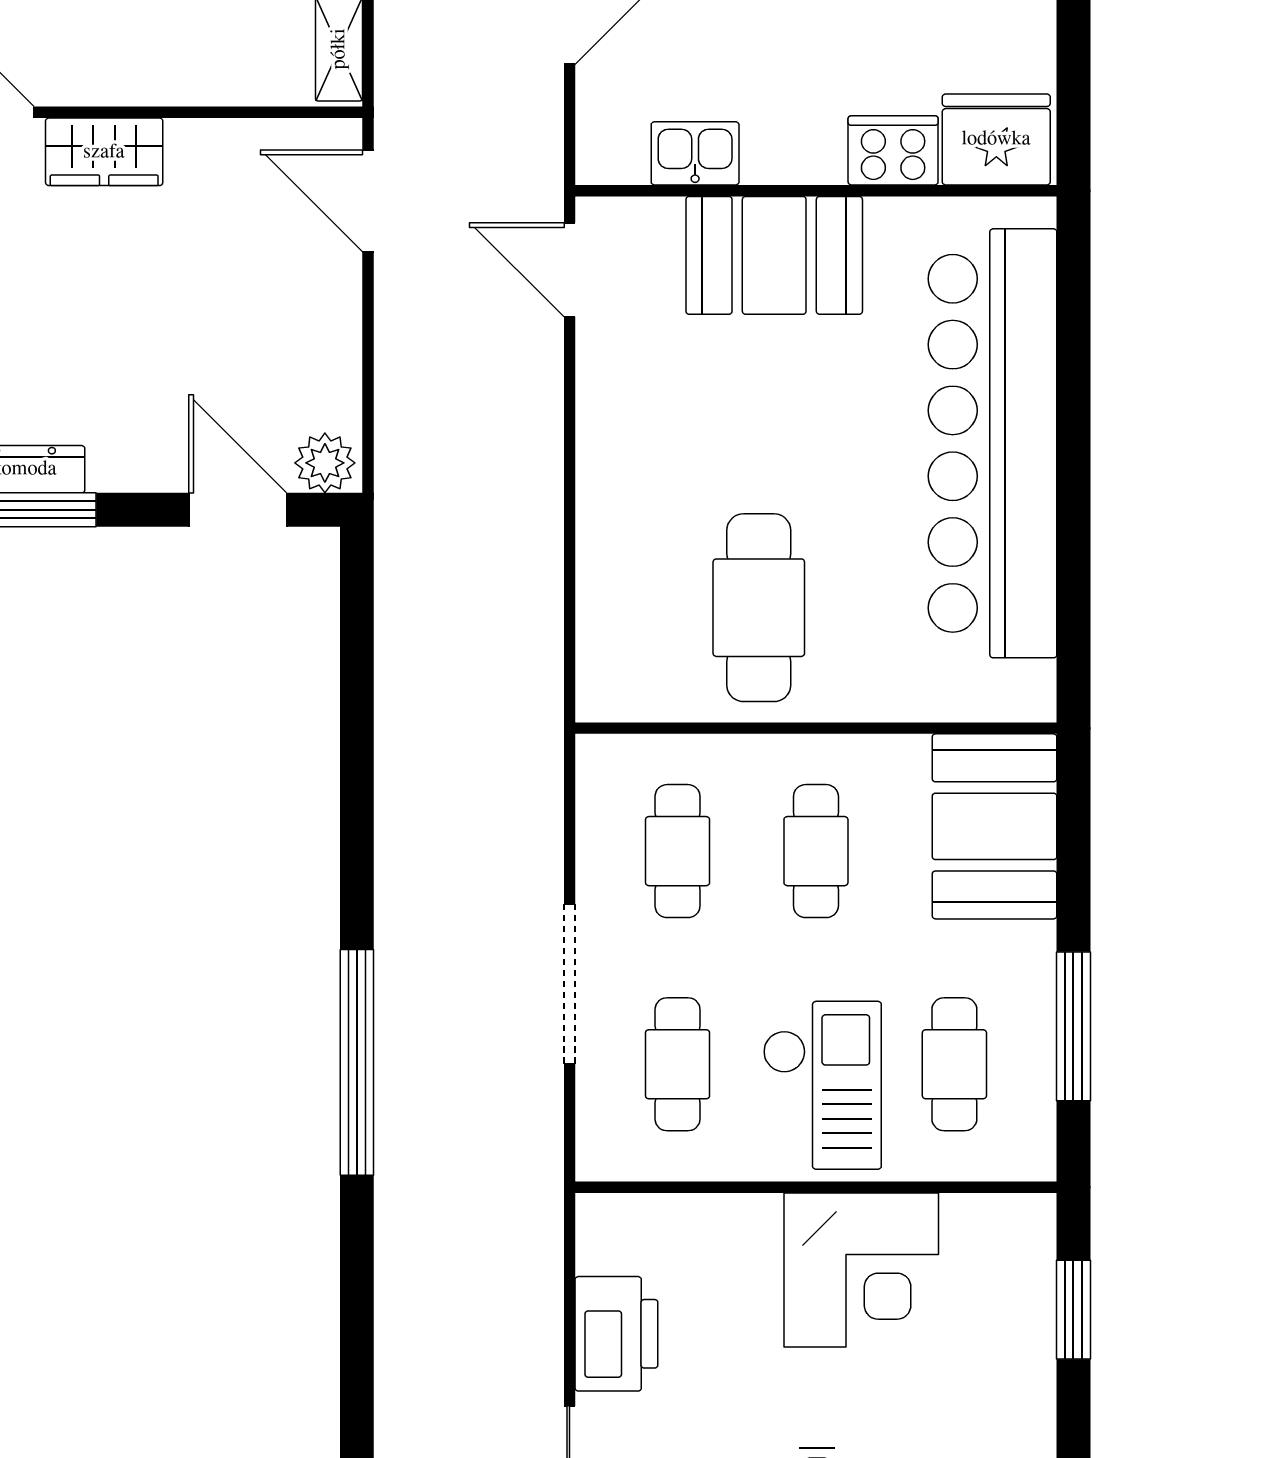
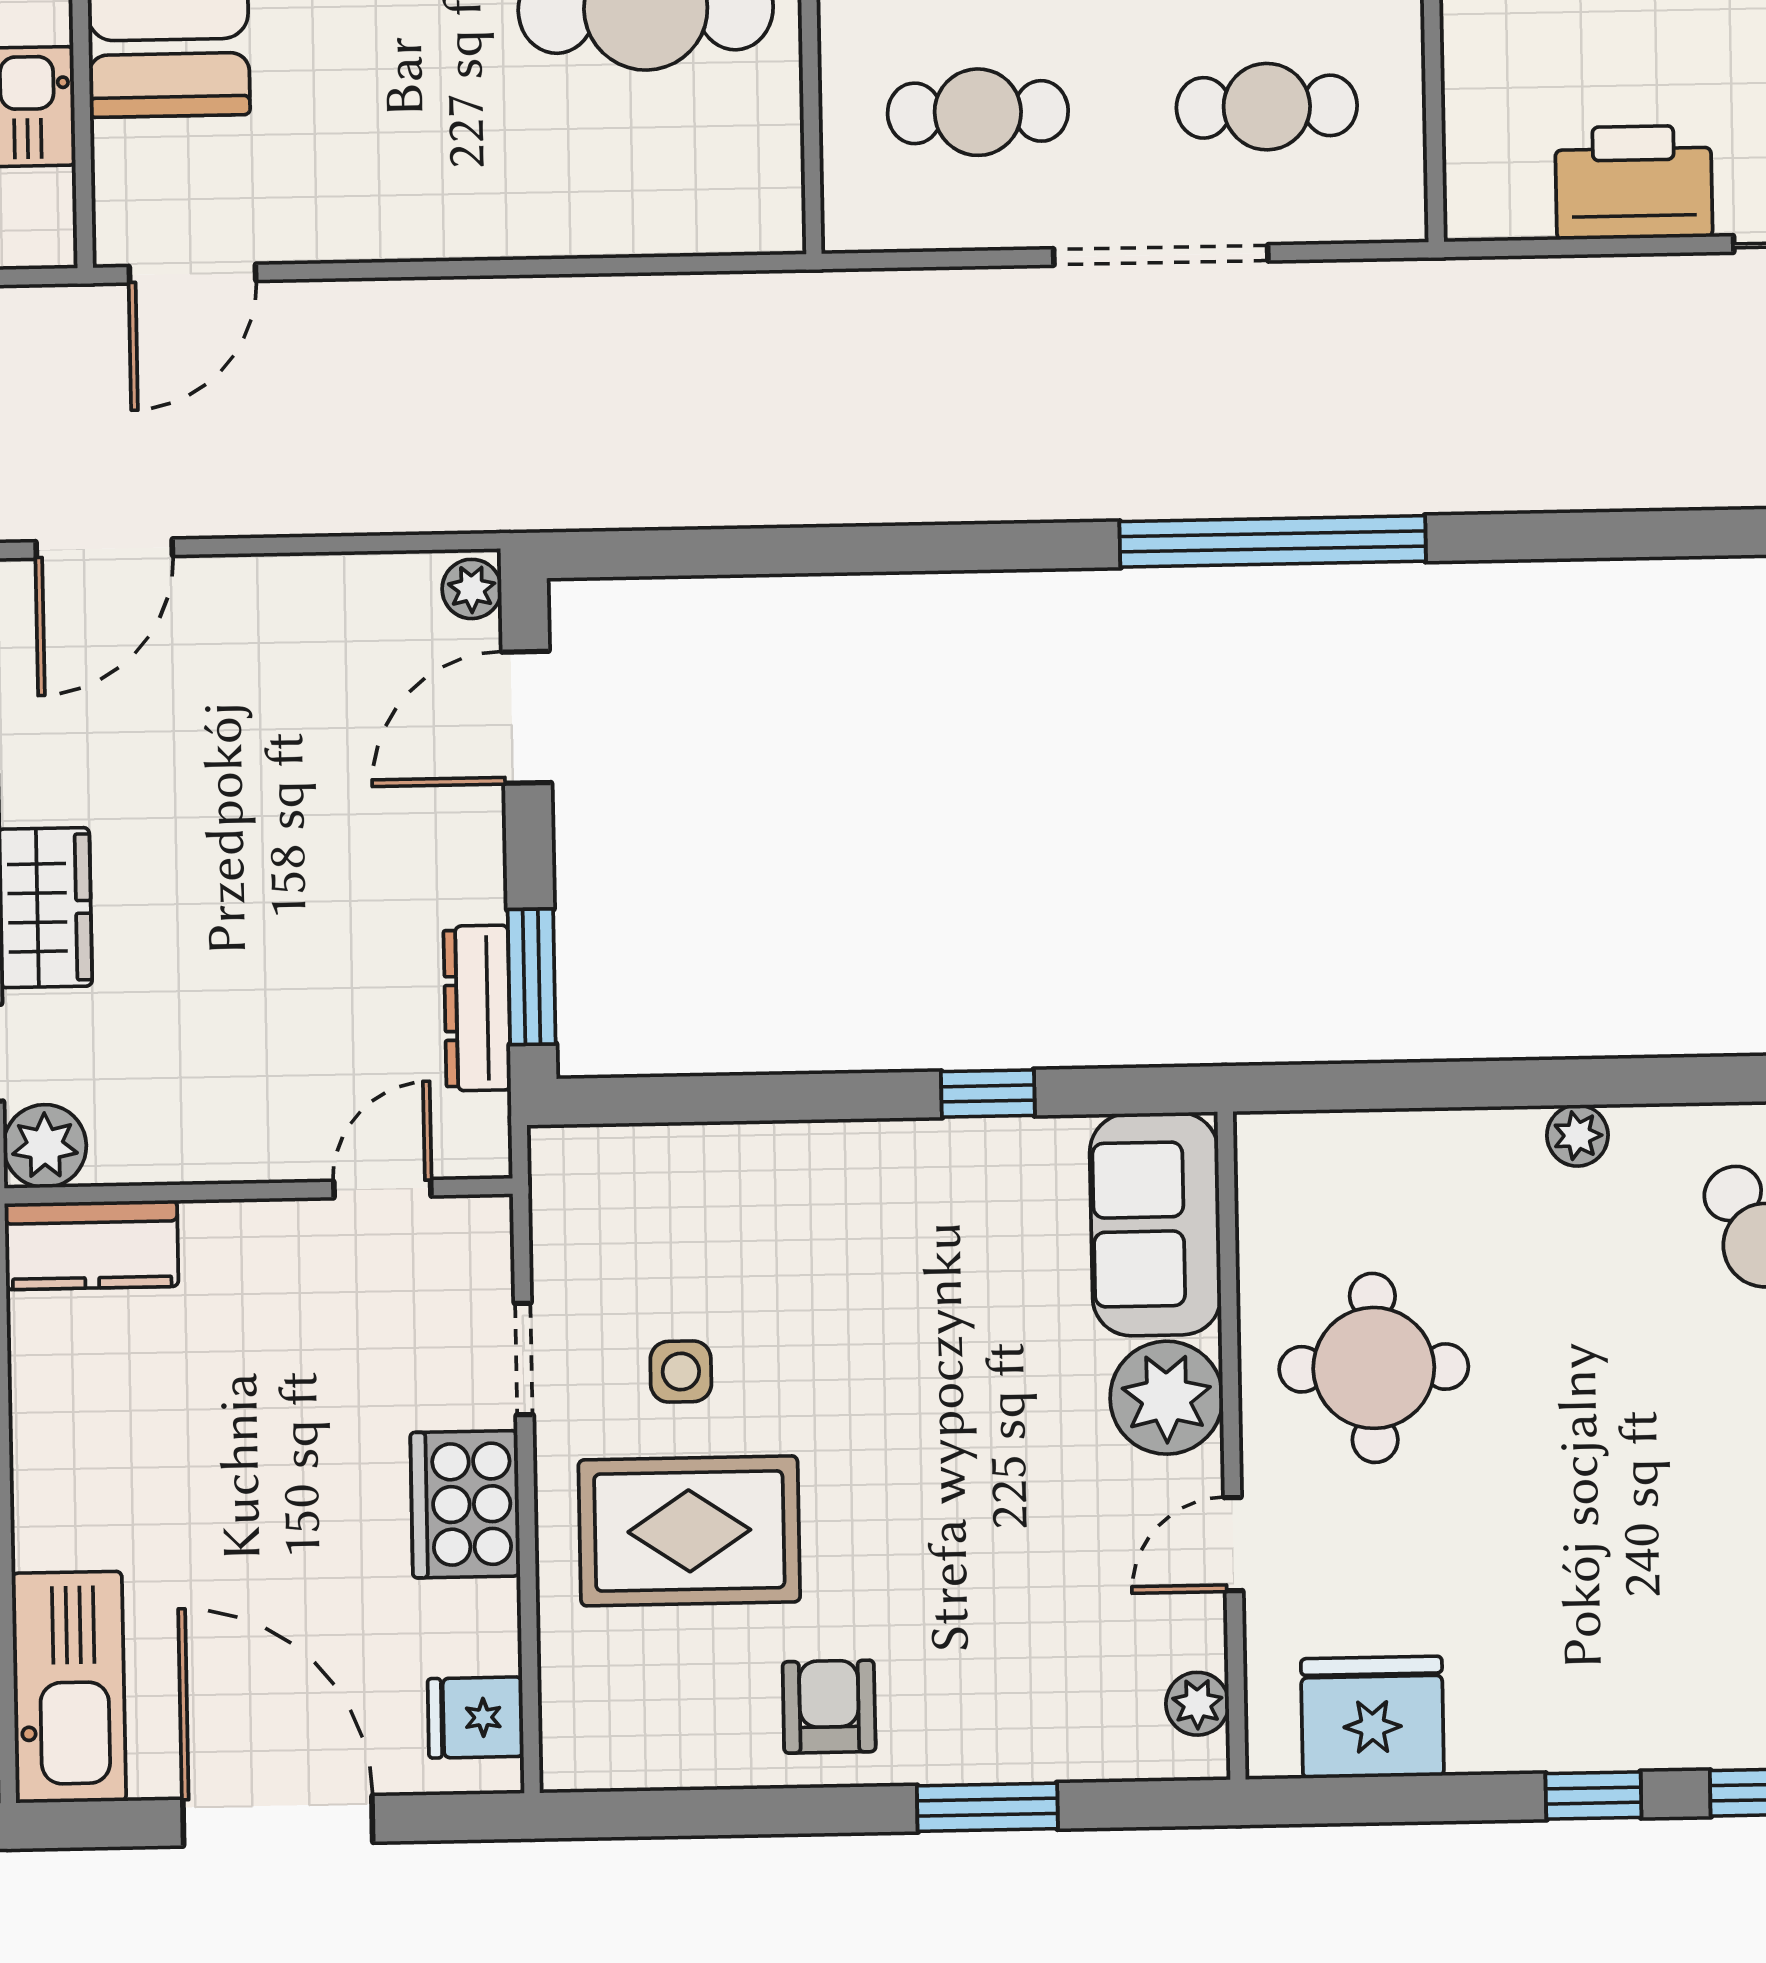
plant: (325, 463) -> (472, 589), width x0.73, depth x0.73

